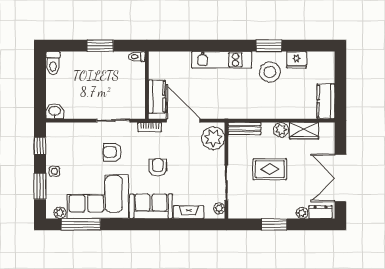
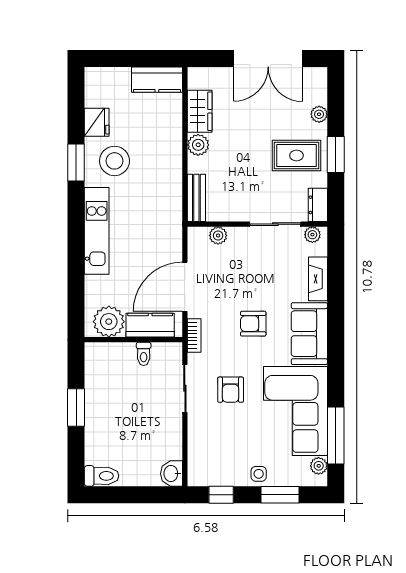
toilet: (137, 57) -> (144, 354), moved
plant: (159, 68) -> (109, 322), added
plant: (213, 138) -> (218, 235), width x0.53, depth x0.53
rug: (270, 169) -> (296, 156), moved, turned 90
dresser: (320, 212) -> (318, 205), moved

